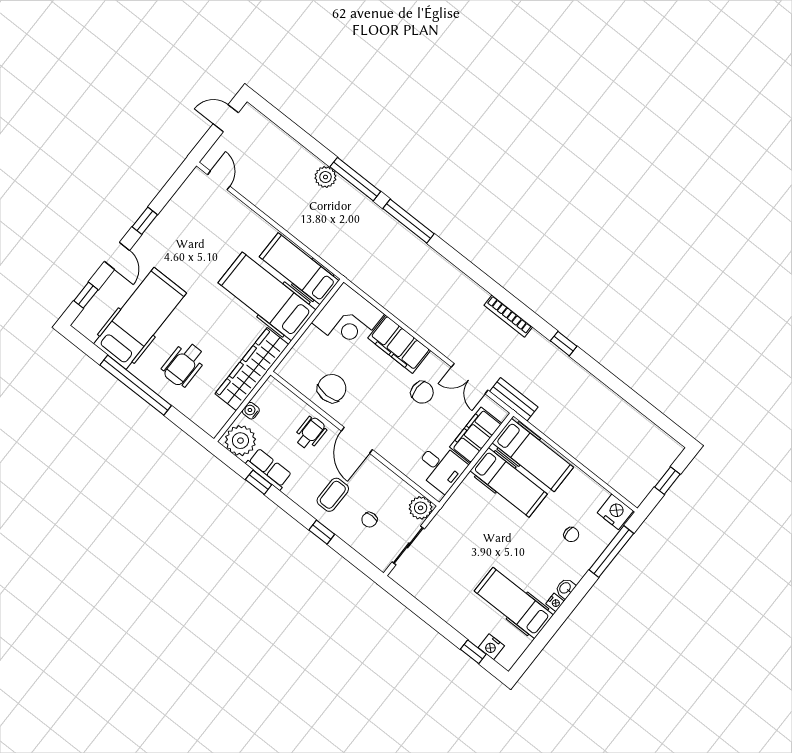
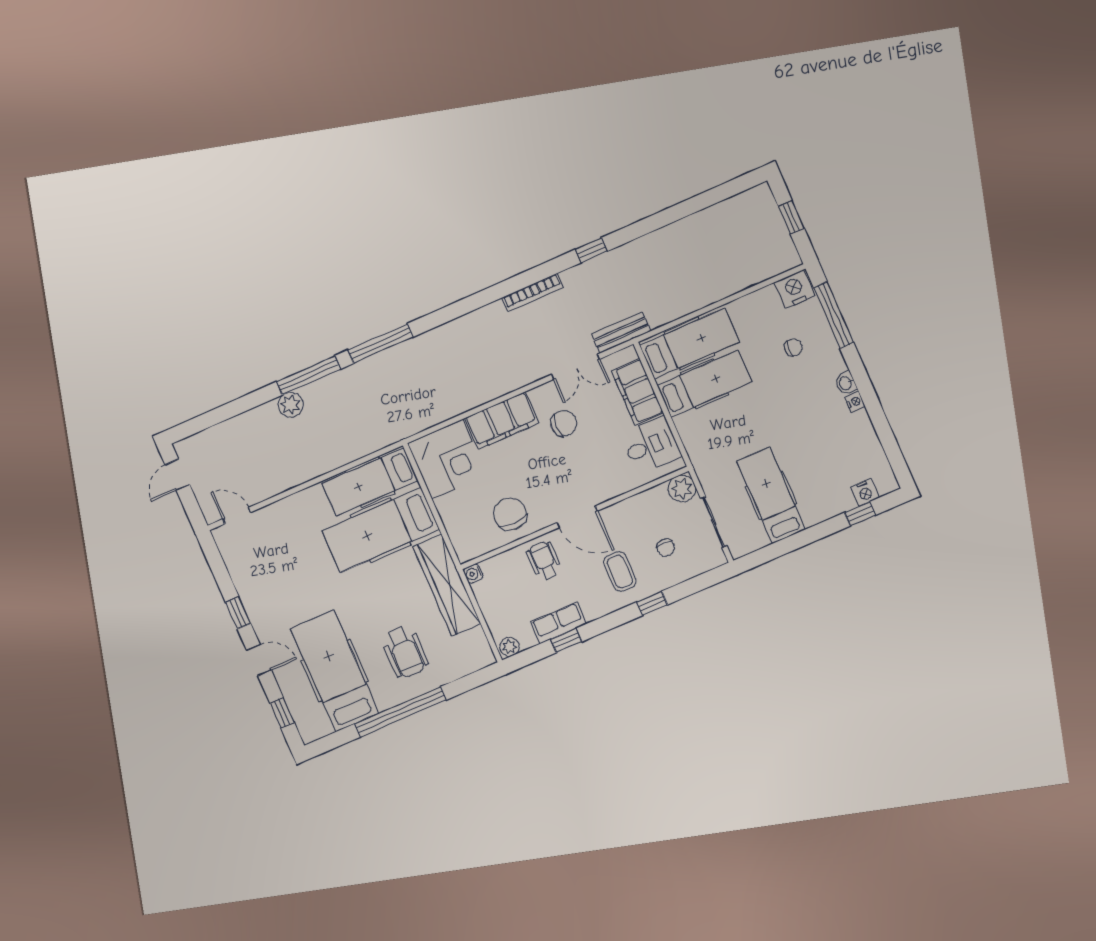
water cooler: (251, 411) -> (473, 574), moved
plant: (240, 441) -> (509, 647), width x0.53, depth x0.53
hospital bed: (514, 603) -> (771, 495), moved, turned 90

